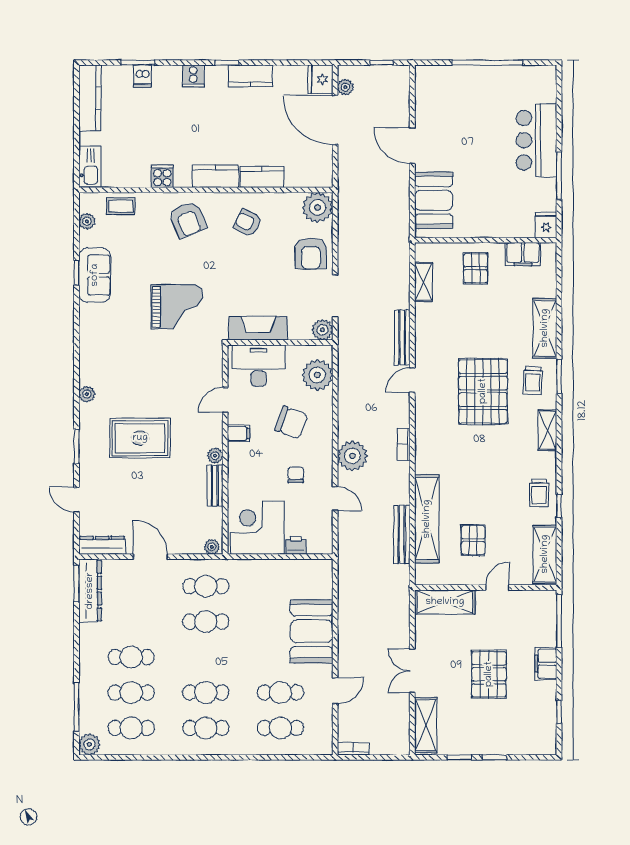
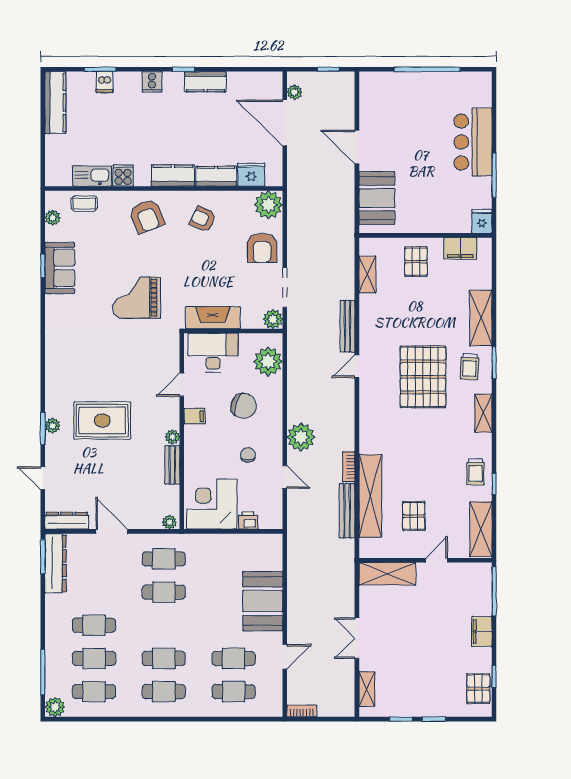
fridge: (320, 79) -> (251, 175), moved, turned 90
kitchen sink: (90, 167) -> (92, 176), moved, turned -90
grand piano: (177, 307) -> (137, 298), turned 180
plant: (87, 394) -> (53, 426), moved
bookcase: (404, 444) -> (349, 467), moved
pallet: (489, 674) -> (478, 689), moved, width x0.67, depth x0.71
shelving: (426, 725) -> (367, 689), width x0.67, depth x0.75

